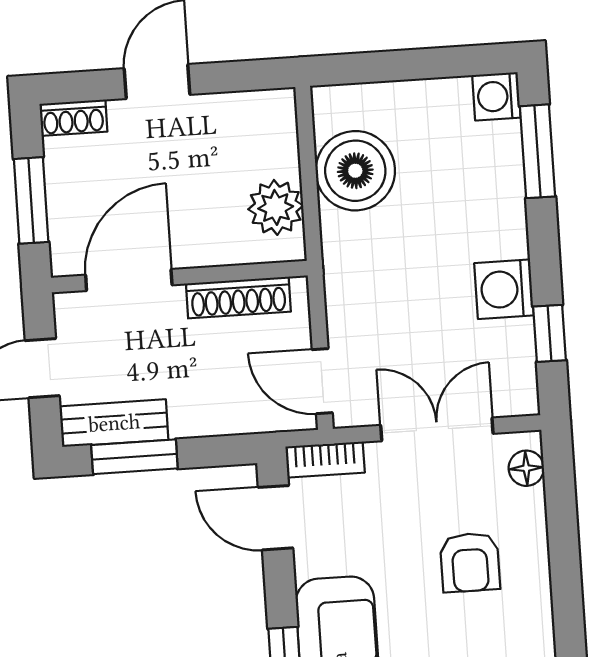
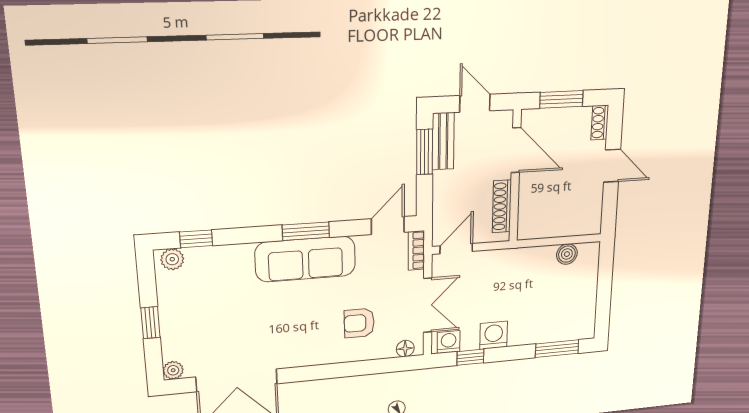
washing machine: (496, 96) -> (449, 342), moved
boiler: (355, 171) -> (567, 254), width x0.54, depth x0.54
plant: (276, 207) -> (544, 225), removed

